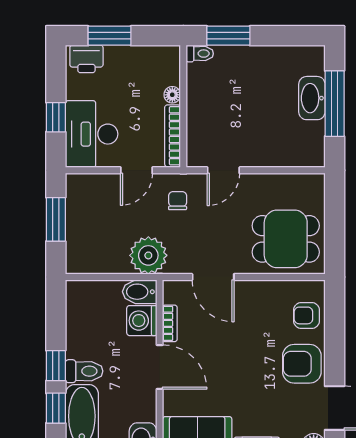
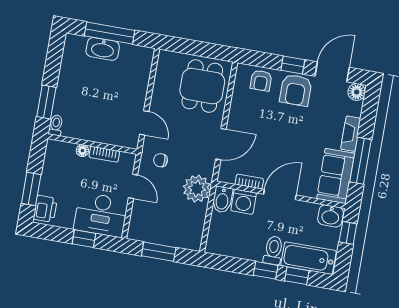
bookcase: (173, 136) -> (104, 154), width x0.64
window: (335, 354) -> (293, 65), added

